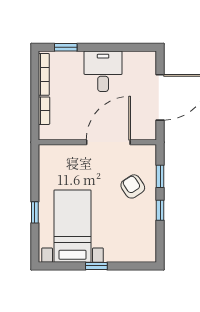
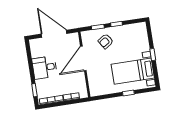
door: (108, 142) -> (83, 58), hinge flipped

